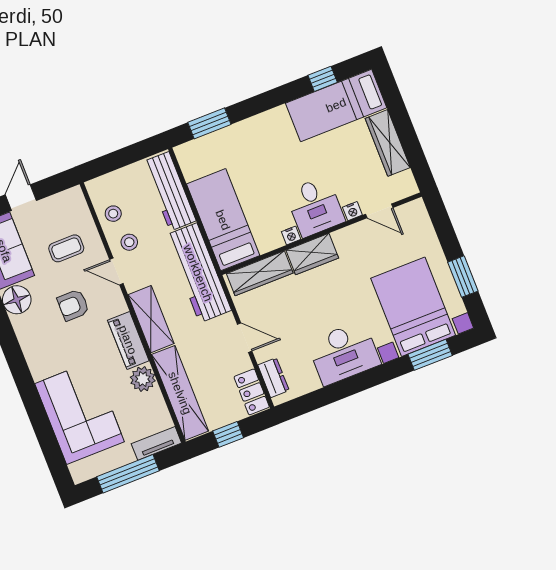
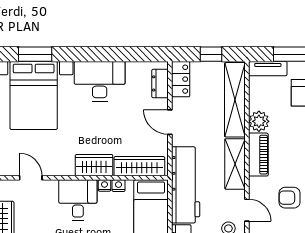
nightstand: (352, 211) -> (119, 186), moved
armchair: (73, 305) -> (289, 198), turned 180

